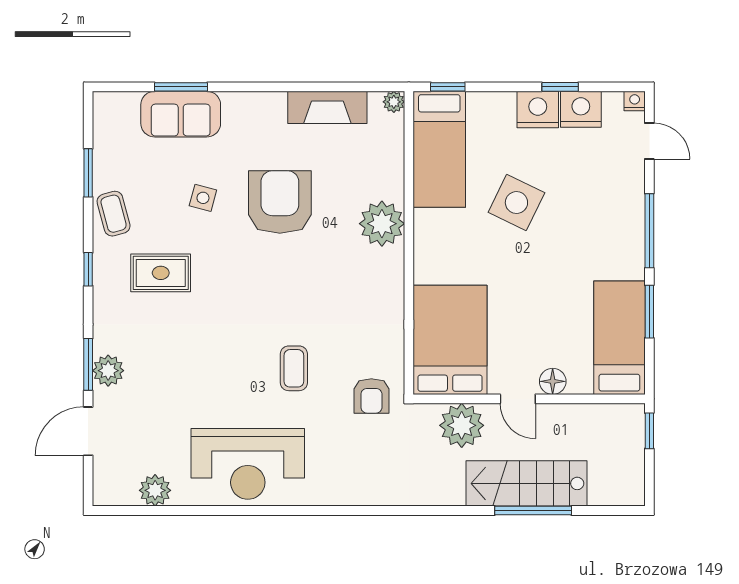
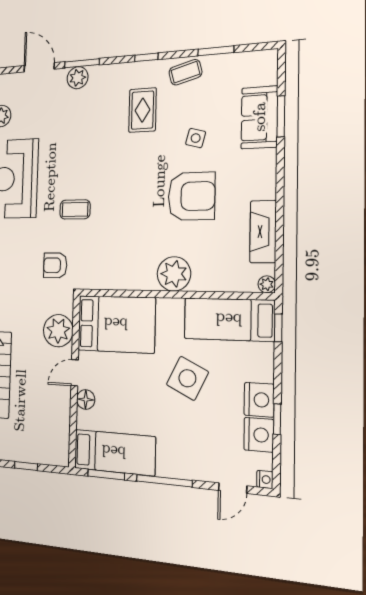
bed: (619, 338) -> (114, 452), moved
bed: (450, 340) -> (116, 324), moved
floor lamp: (553, 381) -> (86, 399), moved
door: (518, 399) -> (75, 373), moved
wall: (529, 399) -> (74, 381), moved
plant: (462, 425) -> (58, 331), moved

